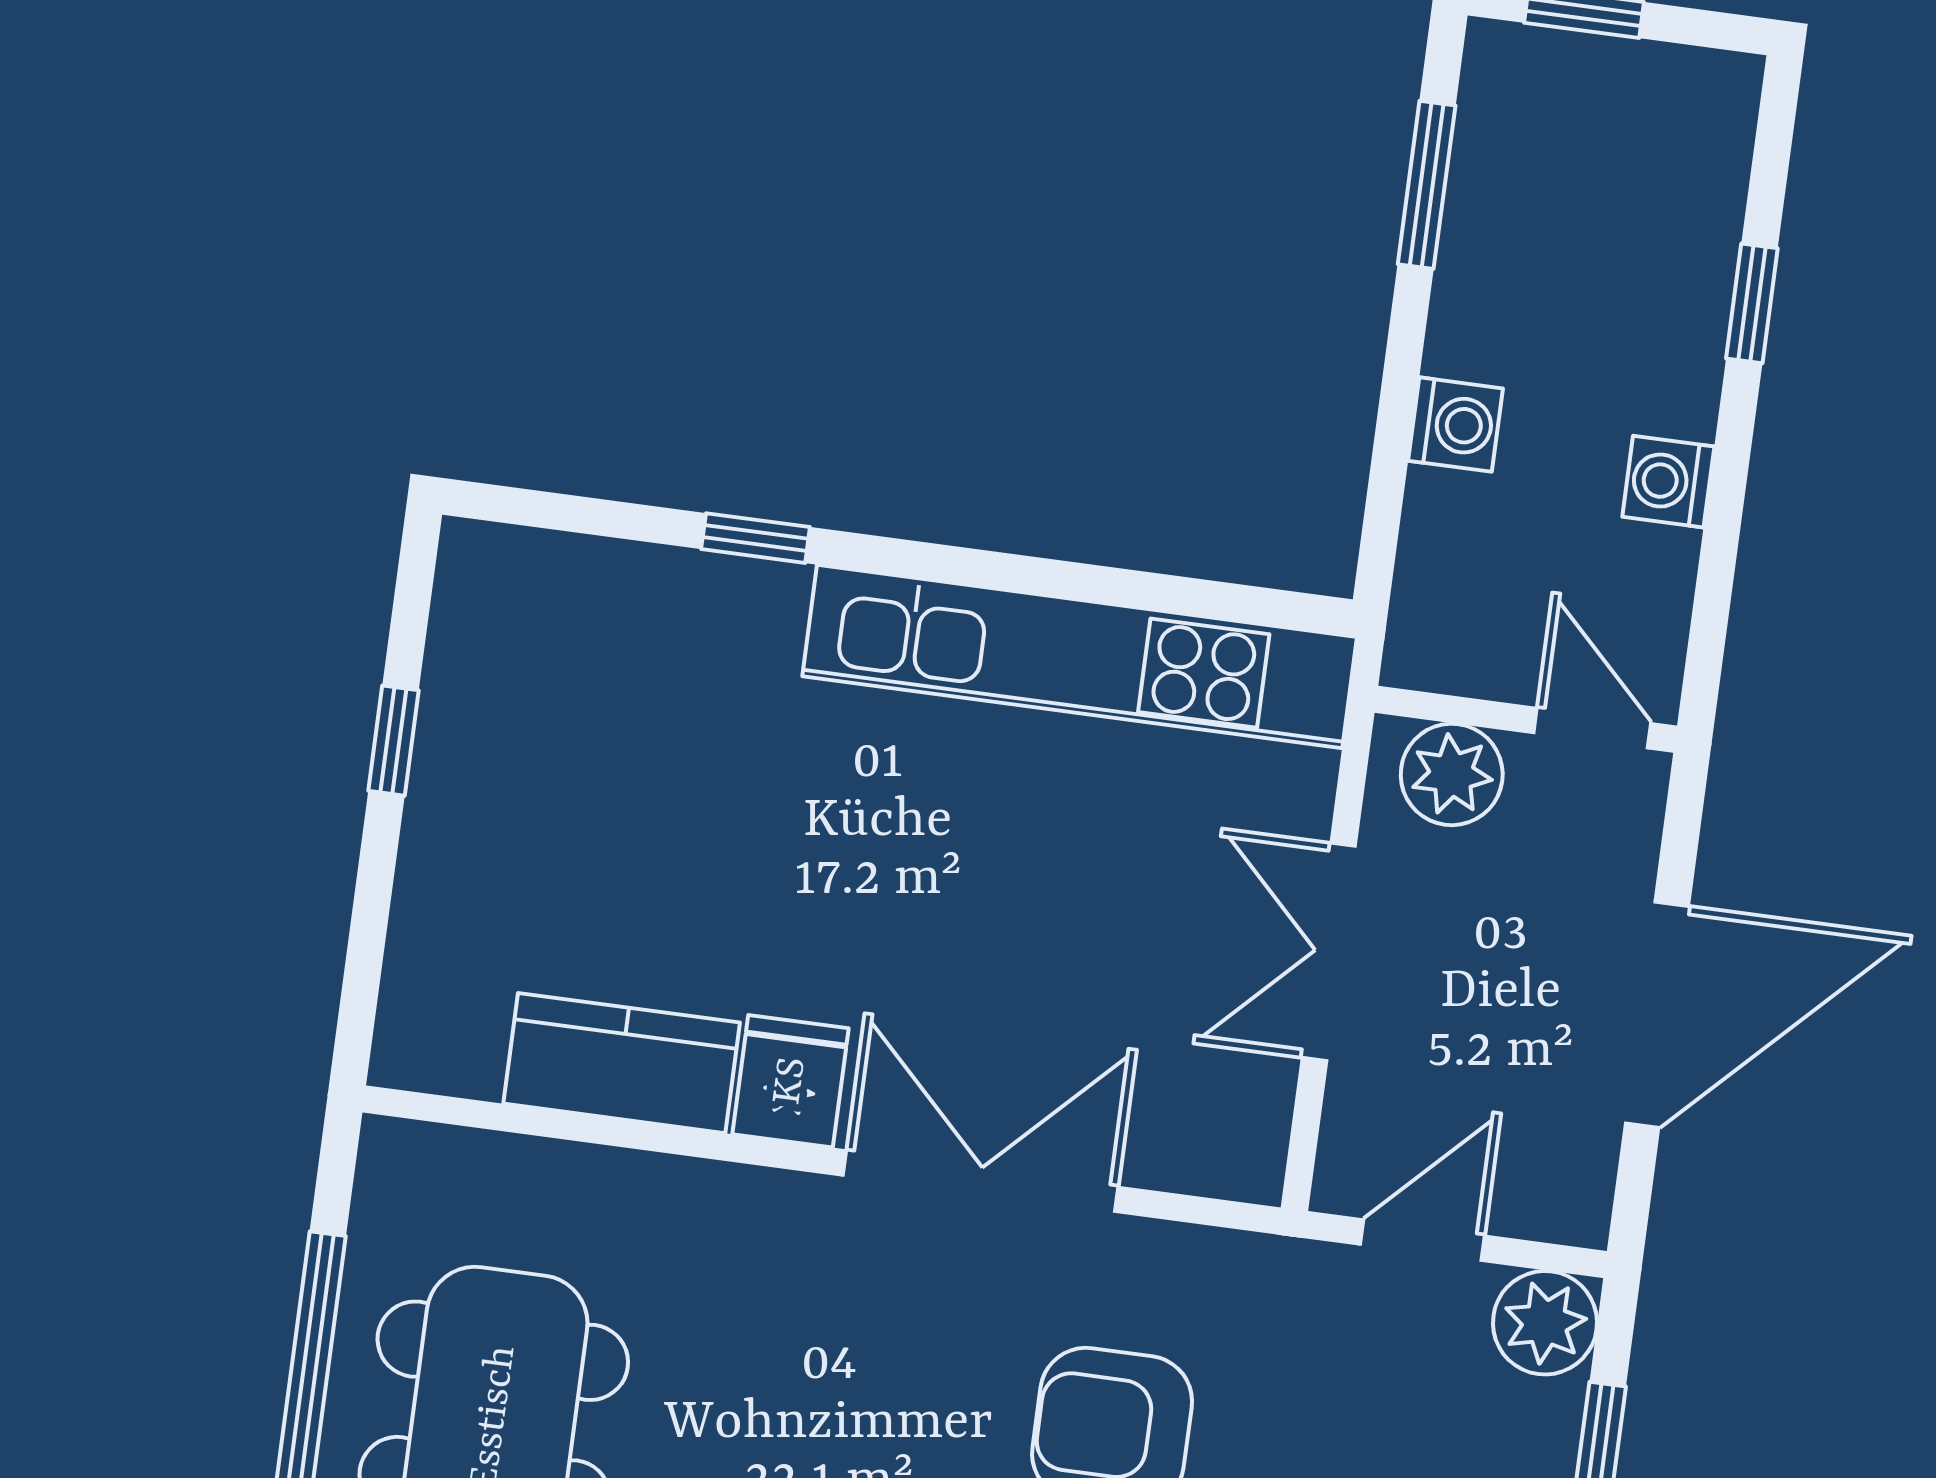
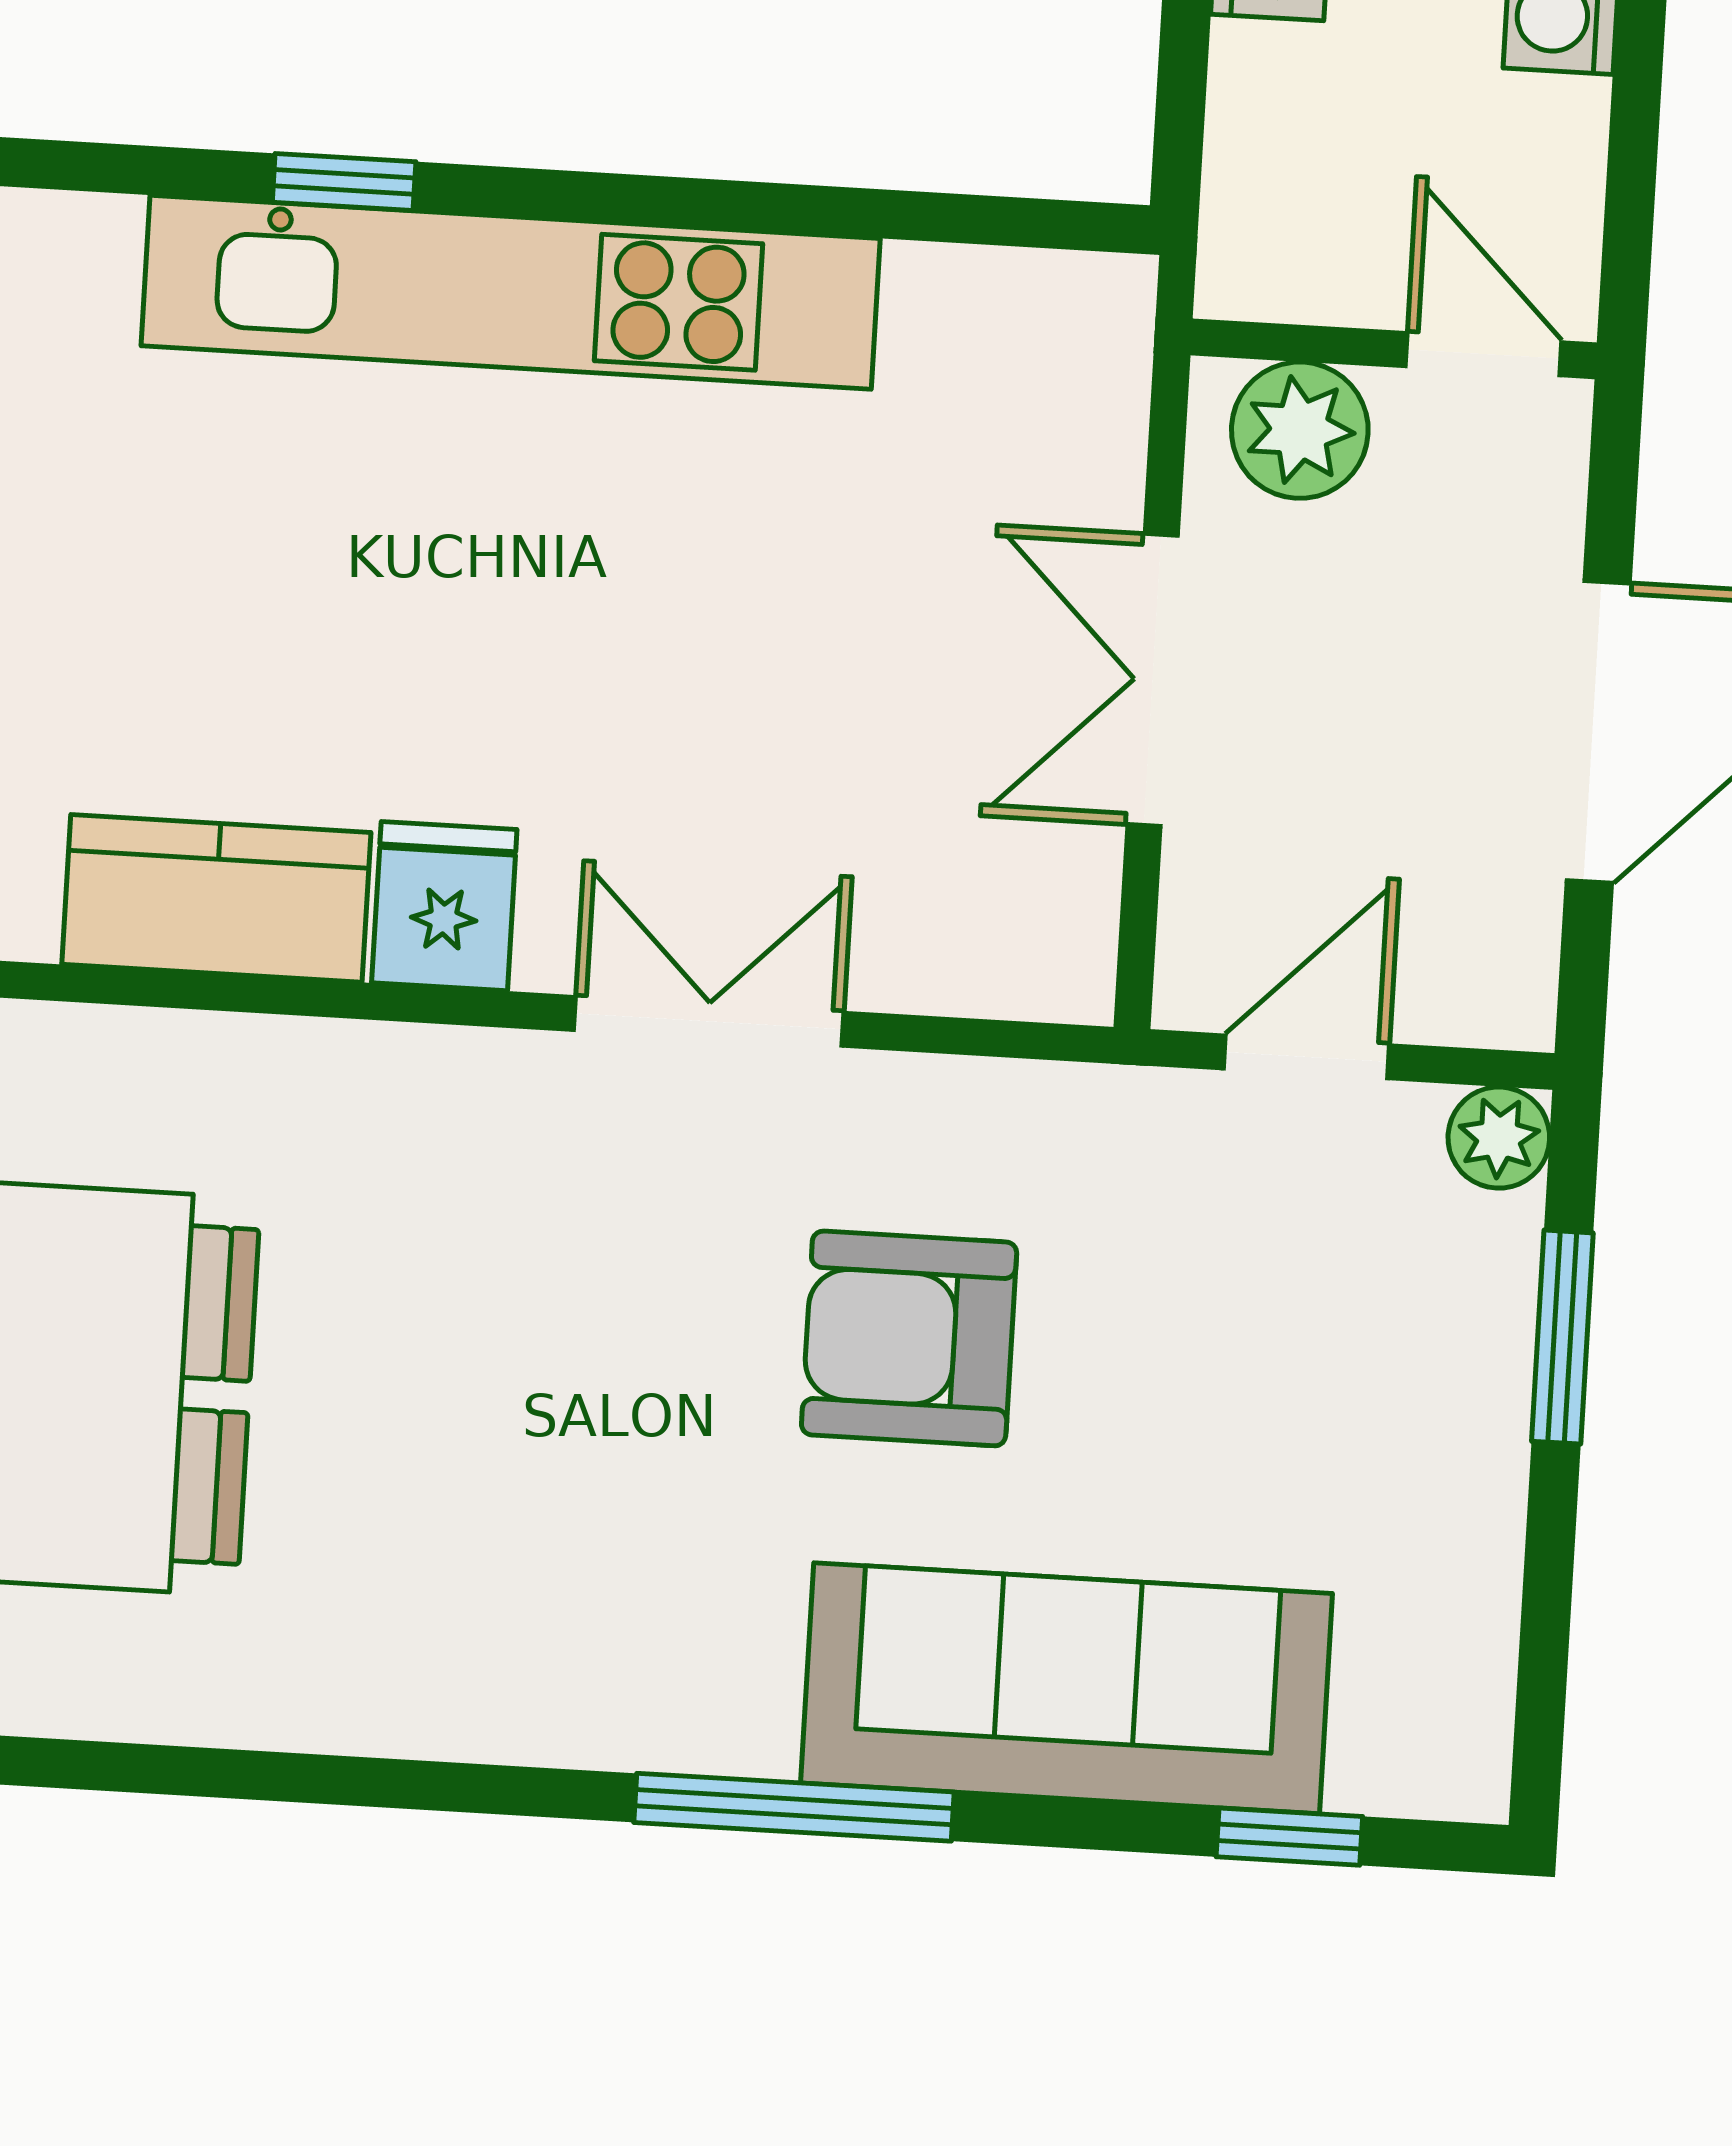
kitchen unit: (1080, 657) -> (511, 292), moved
double door: (981, 1181) -> (709, 1021), width x0.73
plant: (1545, 1323) -> (1499, 1138), width x0.73, depth x0.73

